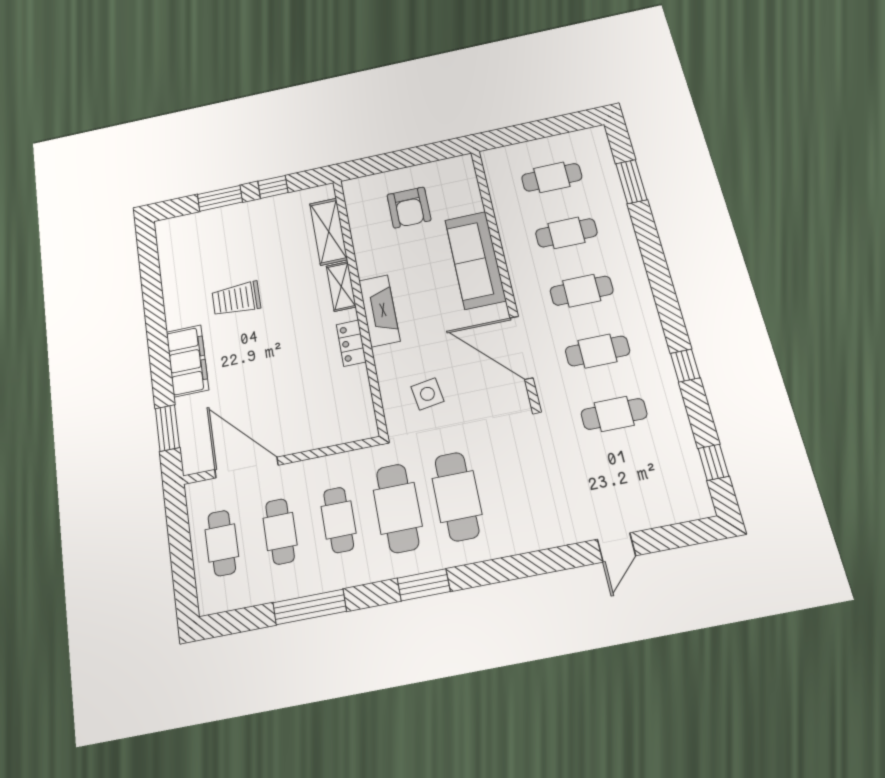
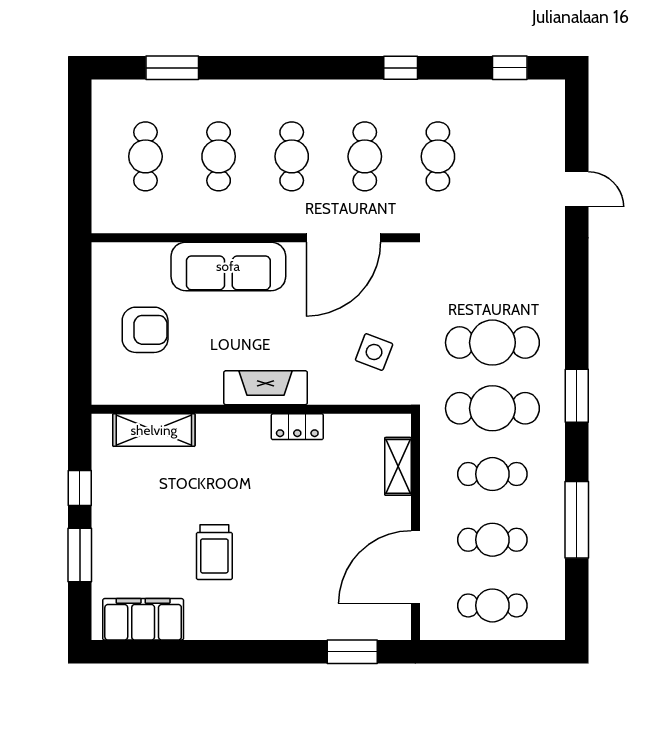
shelving: (341, 286) -> (398, 466), moved, turned 90
filing cabinet: (187, 361) -> (143, 619), moved
side table: (427, 394) -> (374, 352), turned 30

